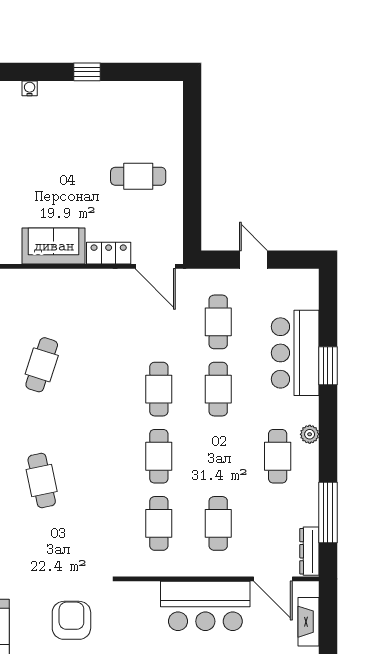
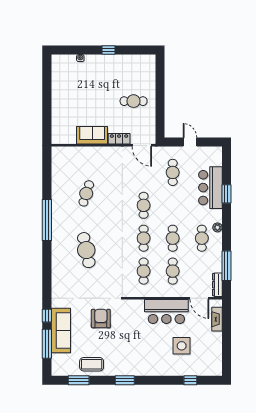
cafe table: (218, 389) -> (173, 238), moved
cafe table: (42, 481) -> (86, 250), width x1.37, depth x1.35

